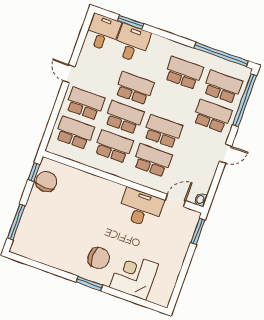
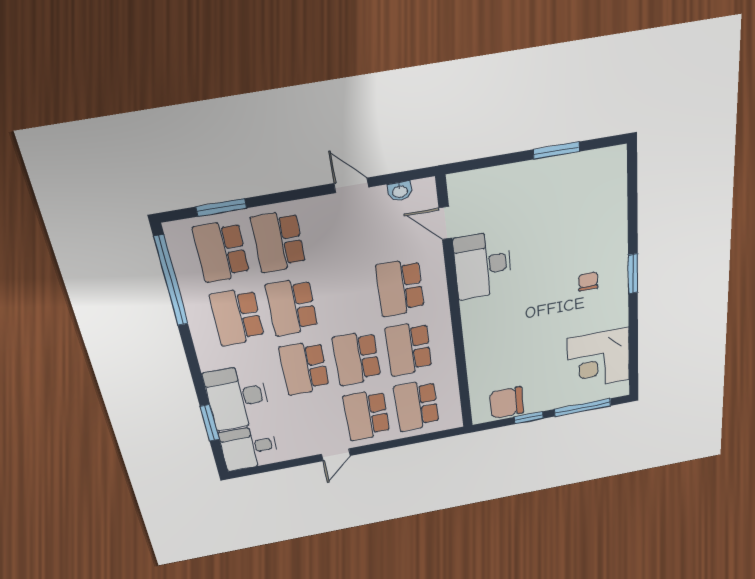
desk: (132, 43) -> (237, 398), width x1.37
window: (245, 100) -> (221, 207), width x0.47
school desk: (163, 131) -> (292, 307), moved
door: (226, 154) -> (351, 185), moved
window: (34, 172) -> (529, 418), moved
washbasin: (201, 200) -> (400, 191), moved
window: (198, 231) -> (556, 150), moved
chair: (99, 258) -> (588, 281), width x0.54, depth x0.54
corner desk: (134, 276) -> (599, 359), moved

